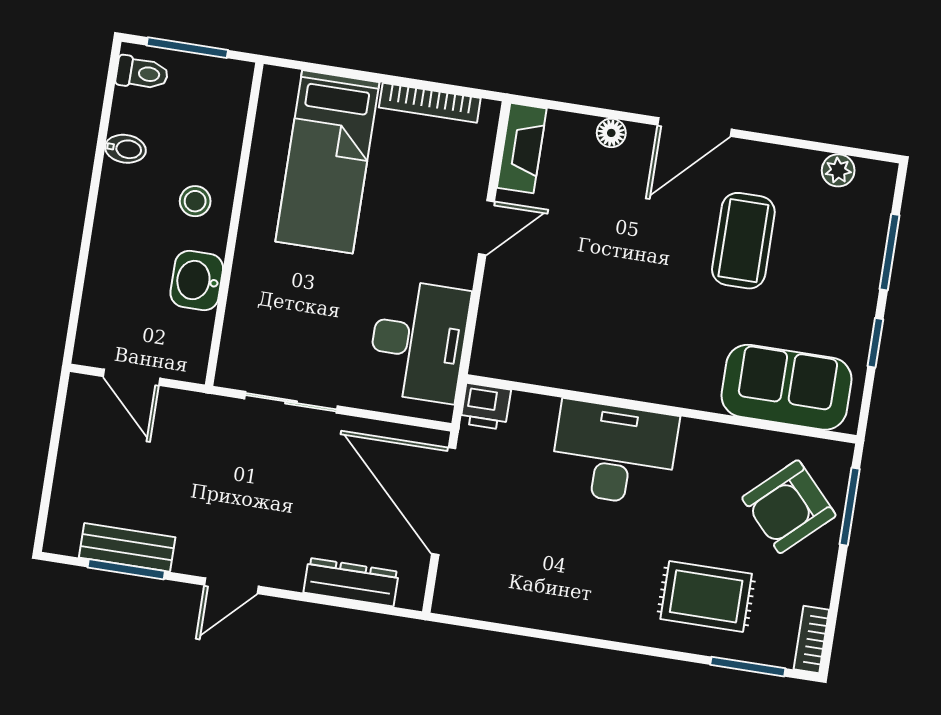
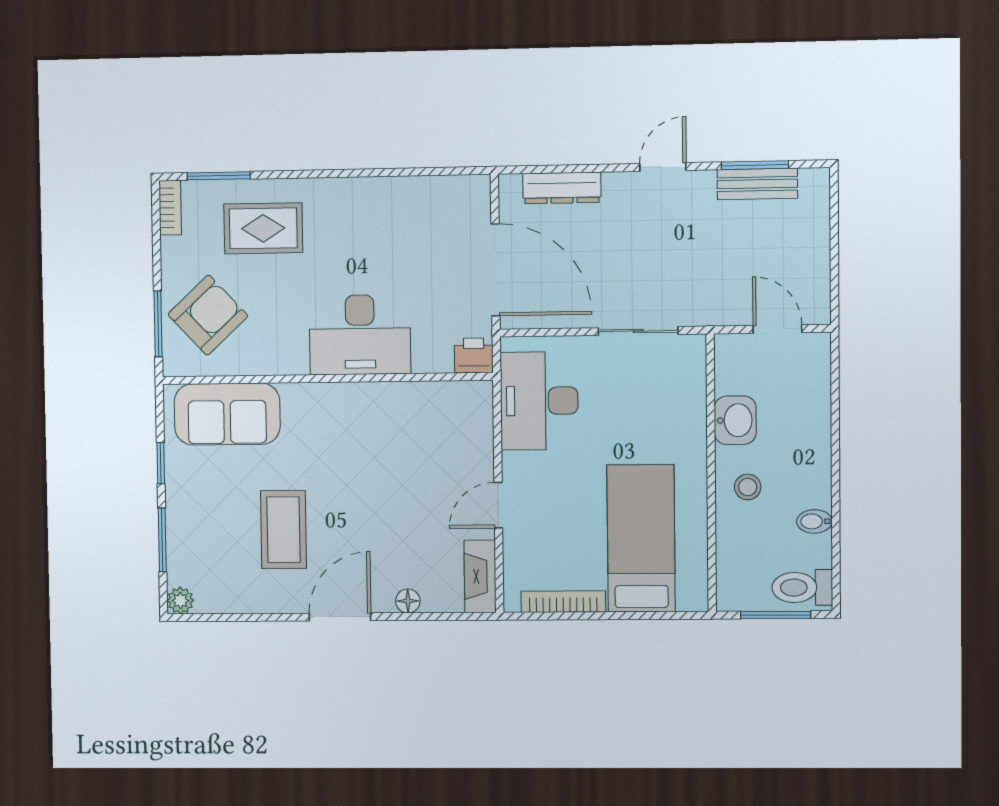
toilet: (142, 73) -> (802, 588), width x1.37, depth x1.39
plant: (838, 170) -> (180, 601), moved

